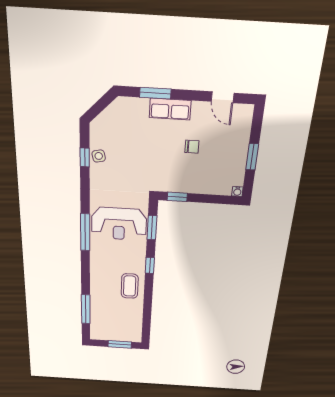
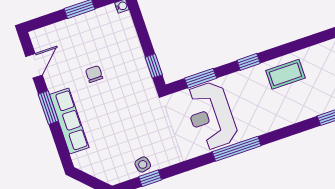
window: (155, 93) -> (48, 108), moved
row of seats: (170, 109) -> (69, 121), width x1.48
reception desk: (119, 224) -> (211, 116), turned 180

